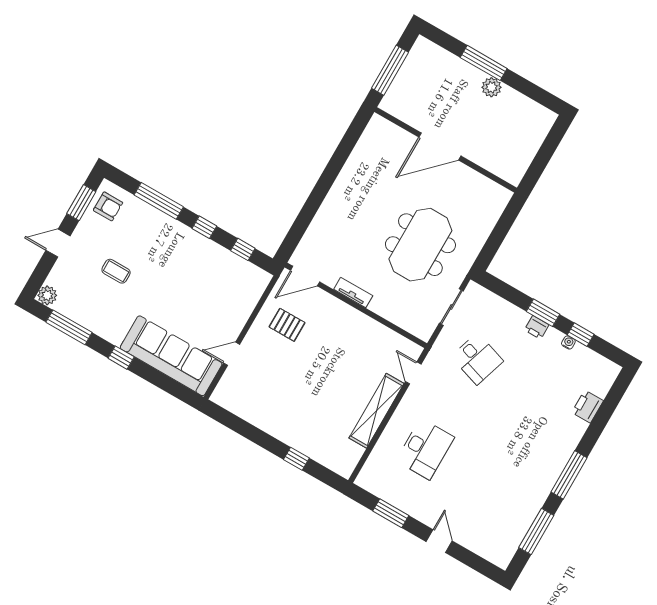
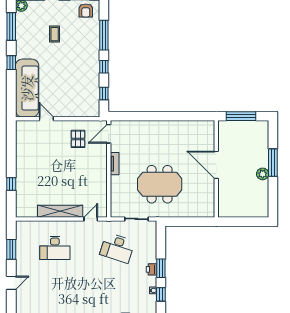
door: (305, 276) -> (109, 134), hinge flipped
desk: (477, 359) -> (117, 248), width x1.37

